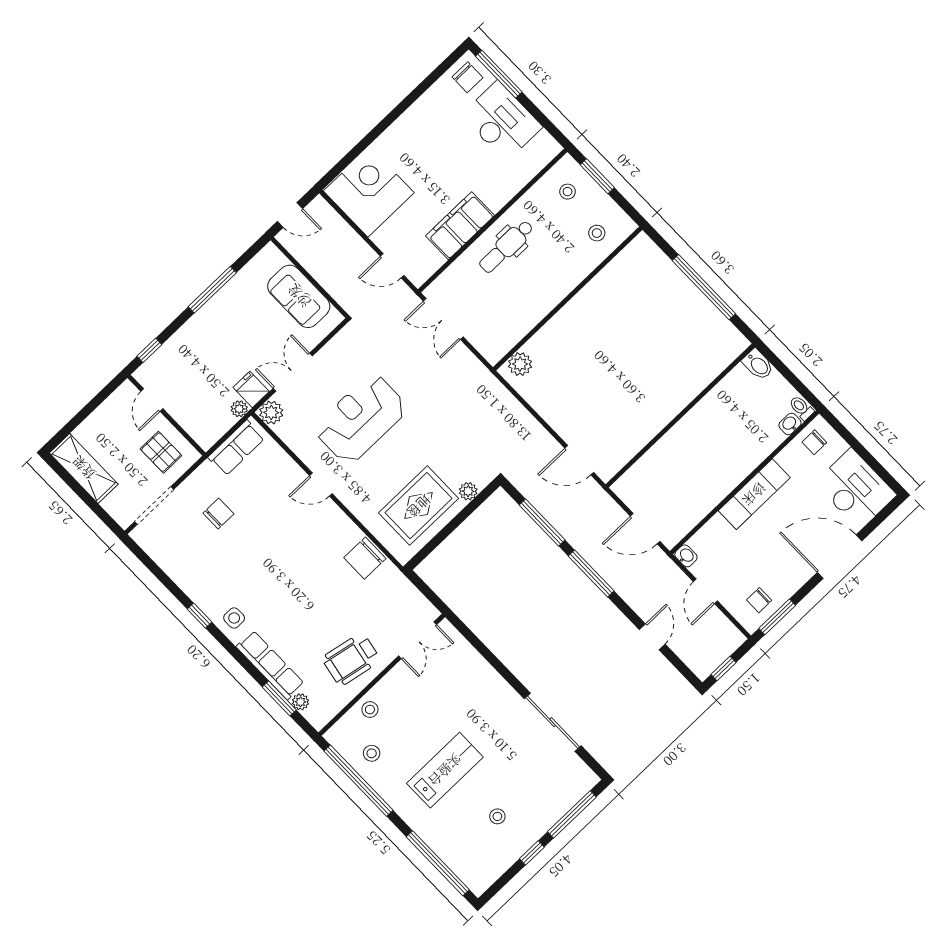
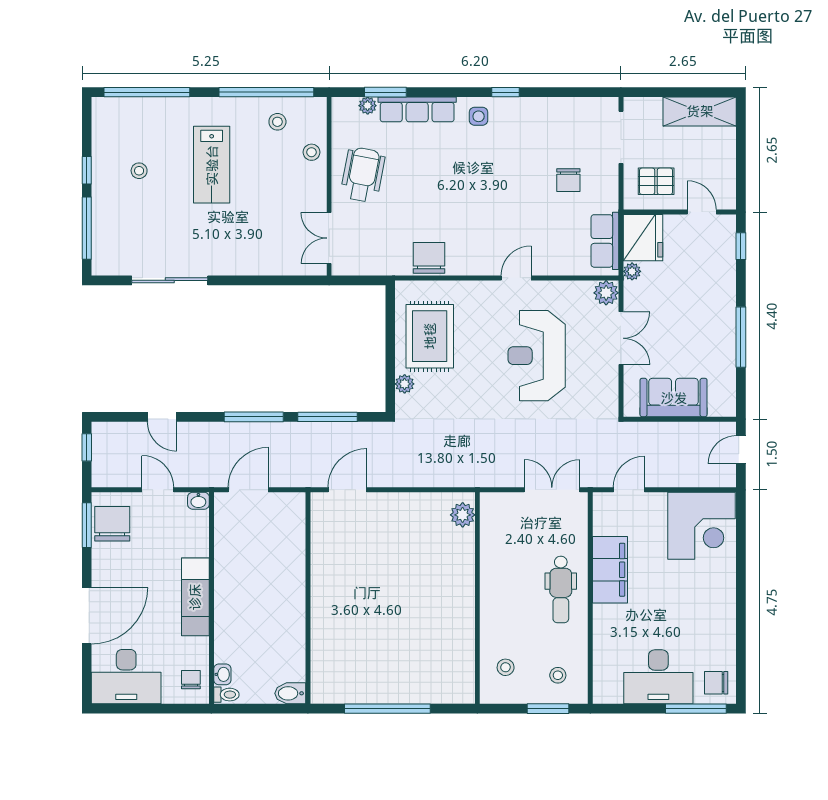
dental chair: (506, 247) -> (561, 589), turned 180
fridge: (251, 389) -> (643, 238), moved, width x1.88, depth x1.34
reception desk: (361, 419) -> (537, 356), turned 180
chair: (759, 600) -> (112, 524), width x1.87, depth x1.87

